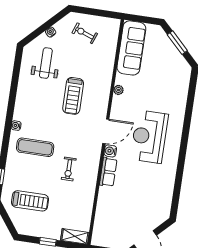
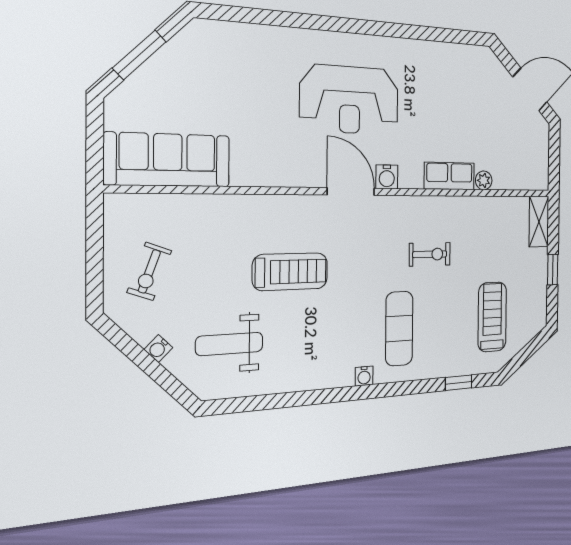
plant: (118, 90) -> (484, 180), moved
row of seats: (108, 172) -> (449, 176), moved

